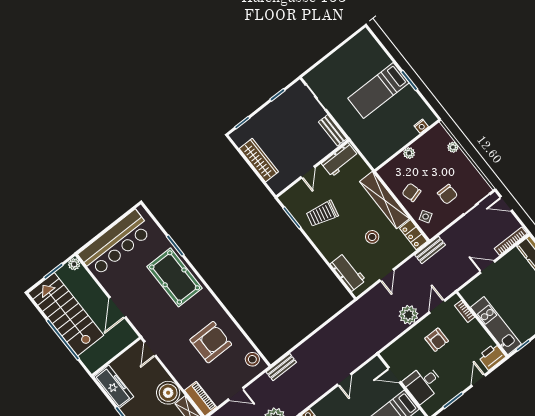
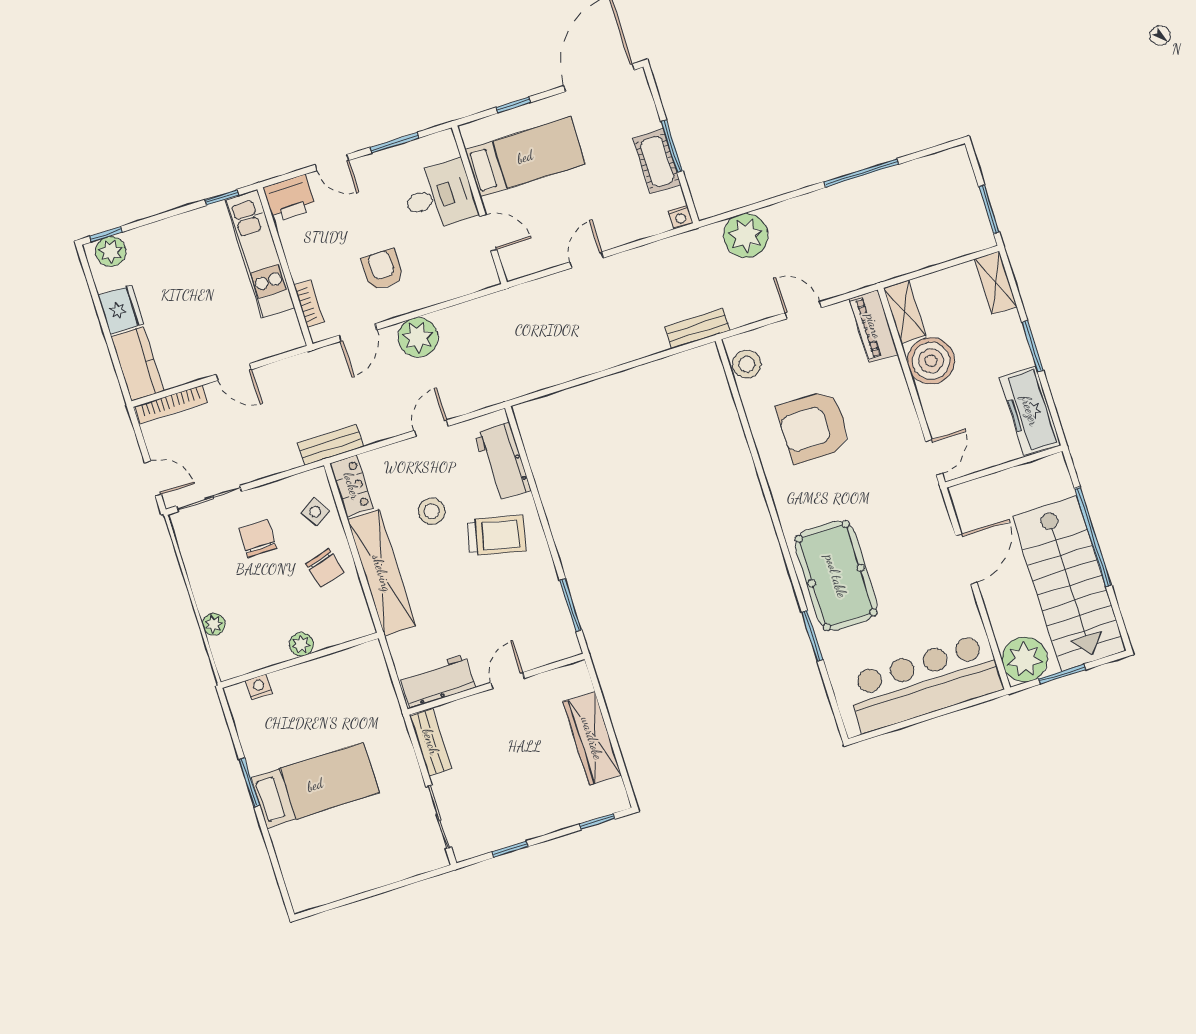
trolley: (322, 214) -> (497, 535), moved
plant: (74, 264) -> (1025, 659), width x1.87, depth x1.87
door: (479, 380) -> (332, 163), hinge flipped

